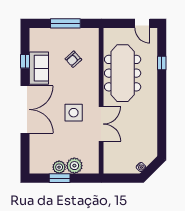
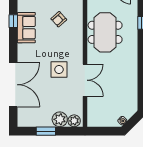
meeting table: (123, 73) -> (105, 32), width x0.73
double door: (25, 109) -> (13, 85), moved
plant: (59, 167) -> (74, 121), moved

